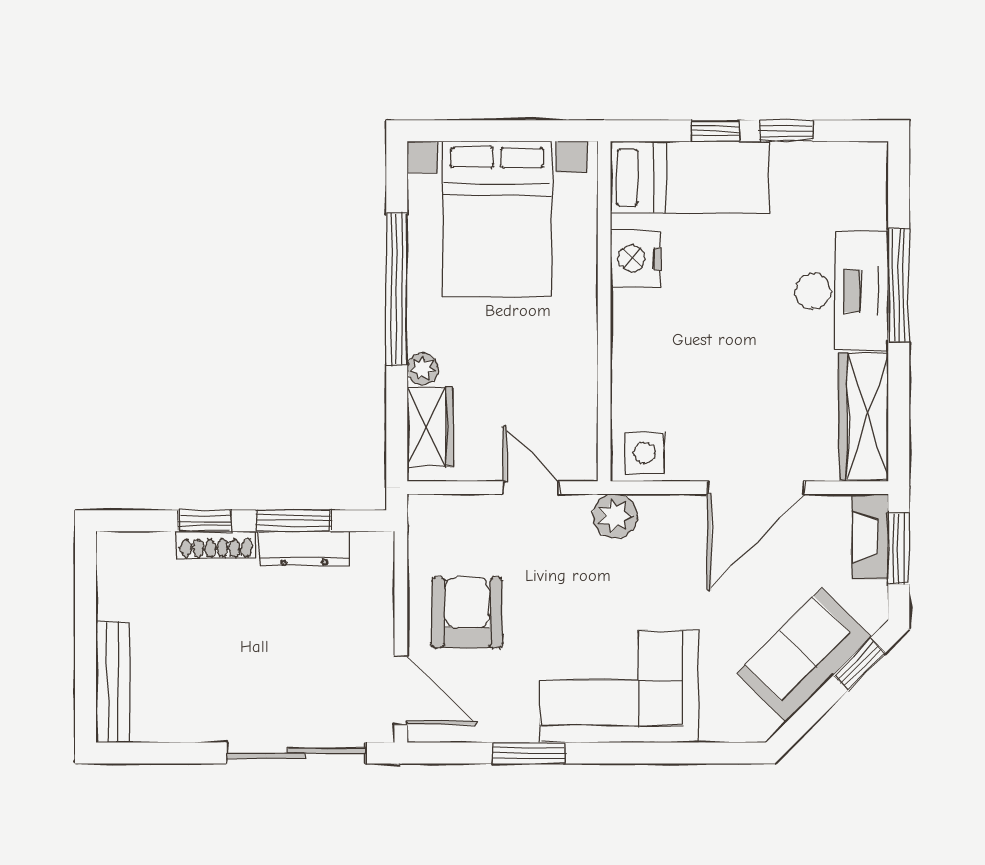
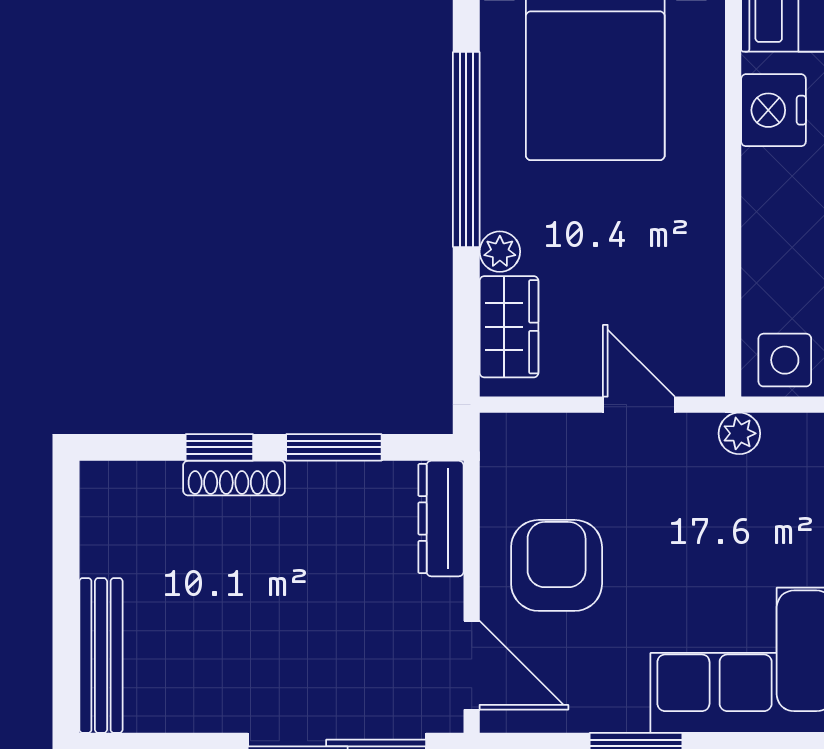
plant: (615, 516) -> (739, 433), width x0.73, depth x0.73
dresser: (304, 549) -> (441, 519), moved, turned 90

